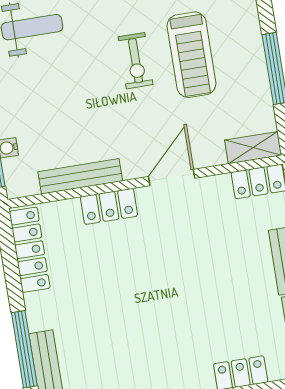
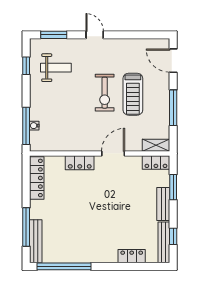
exercise bike: (136, 61) -> (105, 93), width x1.38, depth x1.39
bench: (80, 176) -> (68, 146), removed

